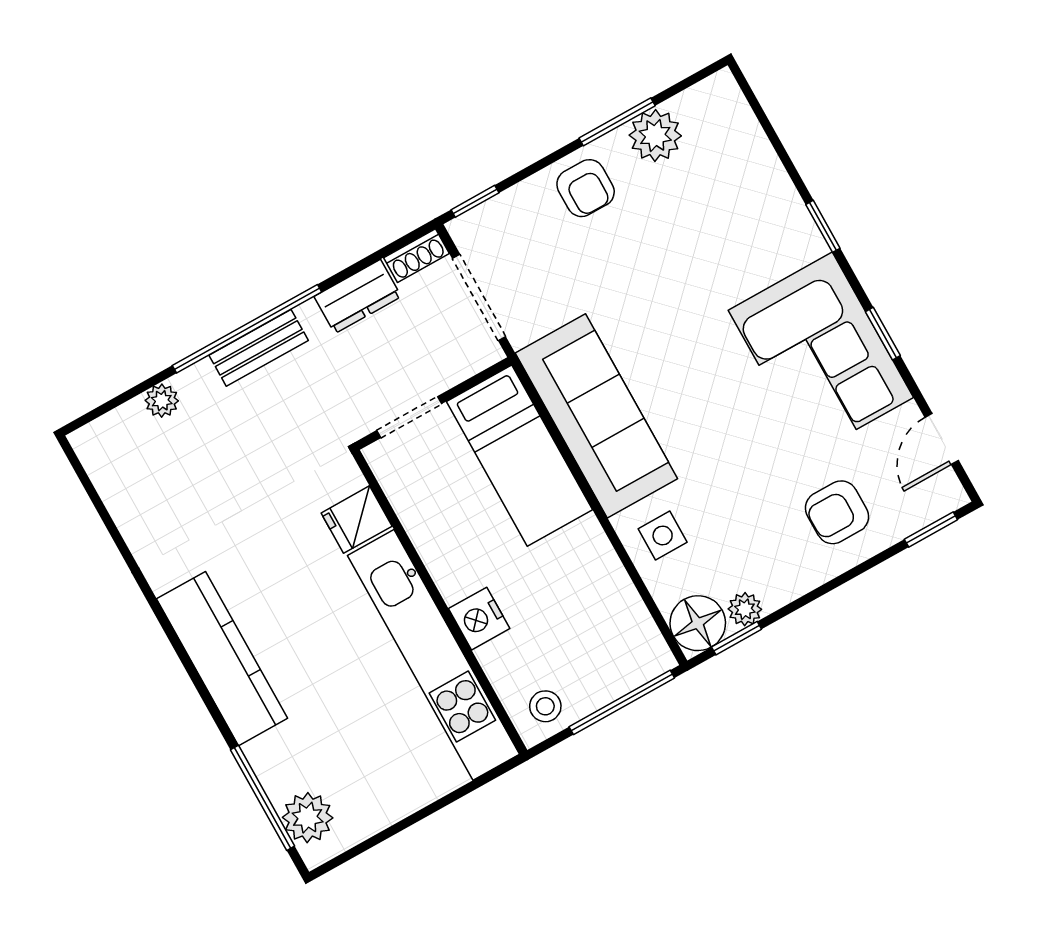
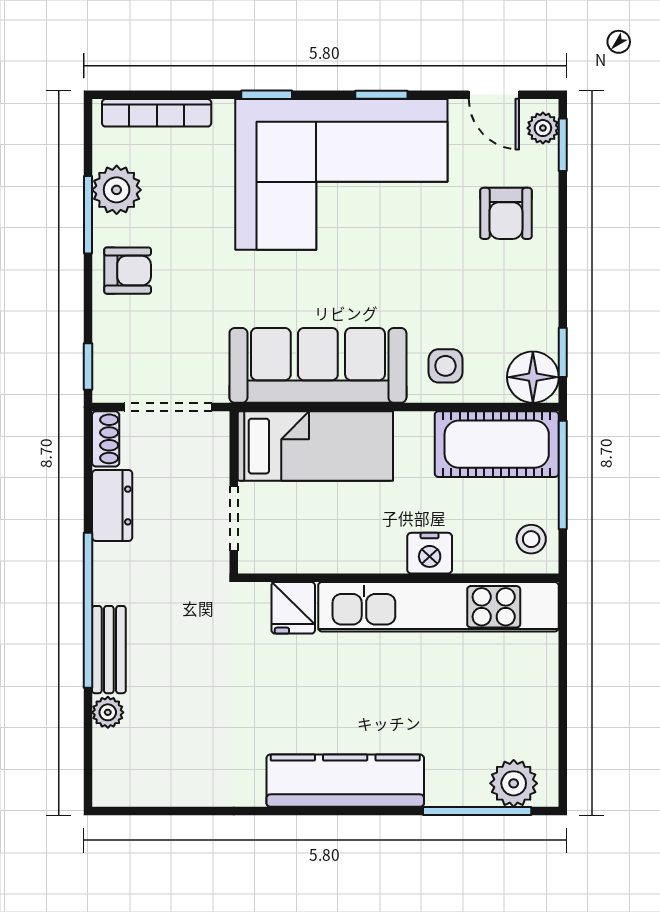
bookcase: (748, 133) -> (157, 113), added
bench: (259, 348) -> (109, 650), moved
corner sofa: (821, 354) -> (341, 174), width x1.36, depth x1.36
plant: (745, 609) -> (543, 128), moved
cot: (616, 624) -> (497, 444), added

